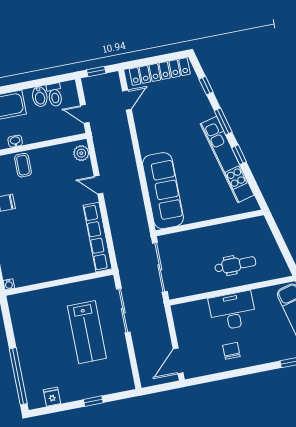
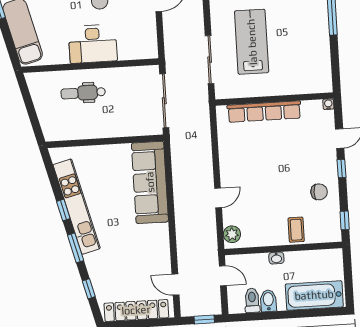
door: (127, 100) -> (175, 285), hinge flipped
washbasin: (15, 141) -> (276, 258), moved
door: (99, 185) -> (218, 198), hinge flipped
row of seats: (98, 237) -> (264, 112), moved, turned 90

